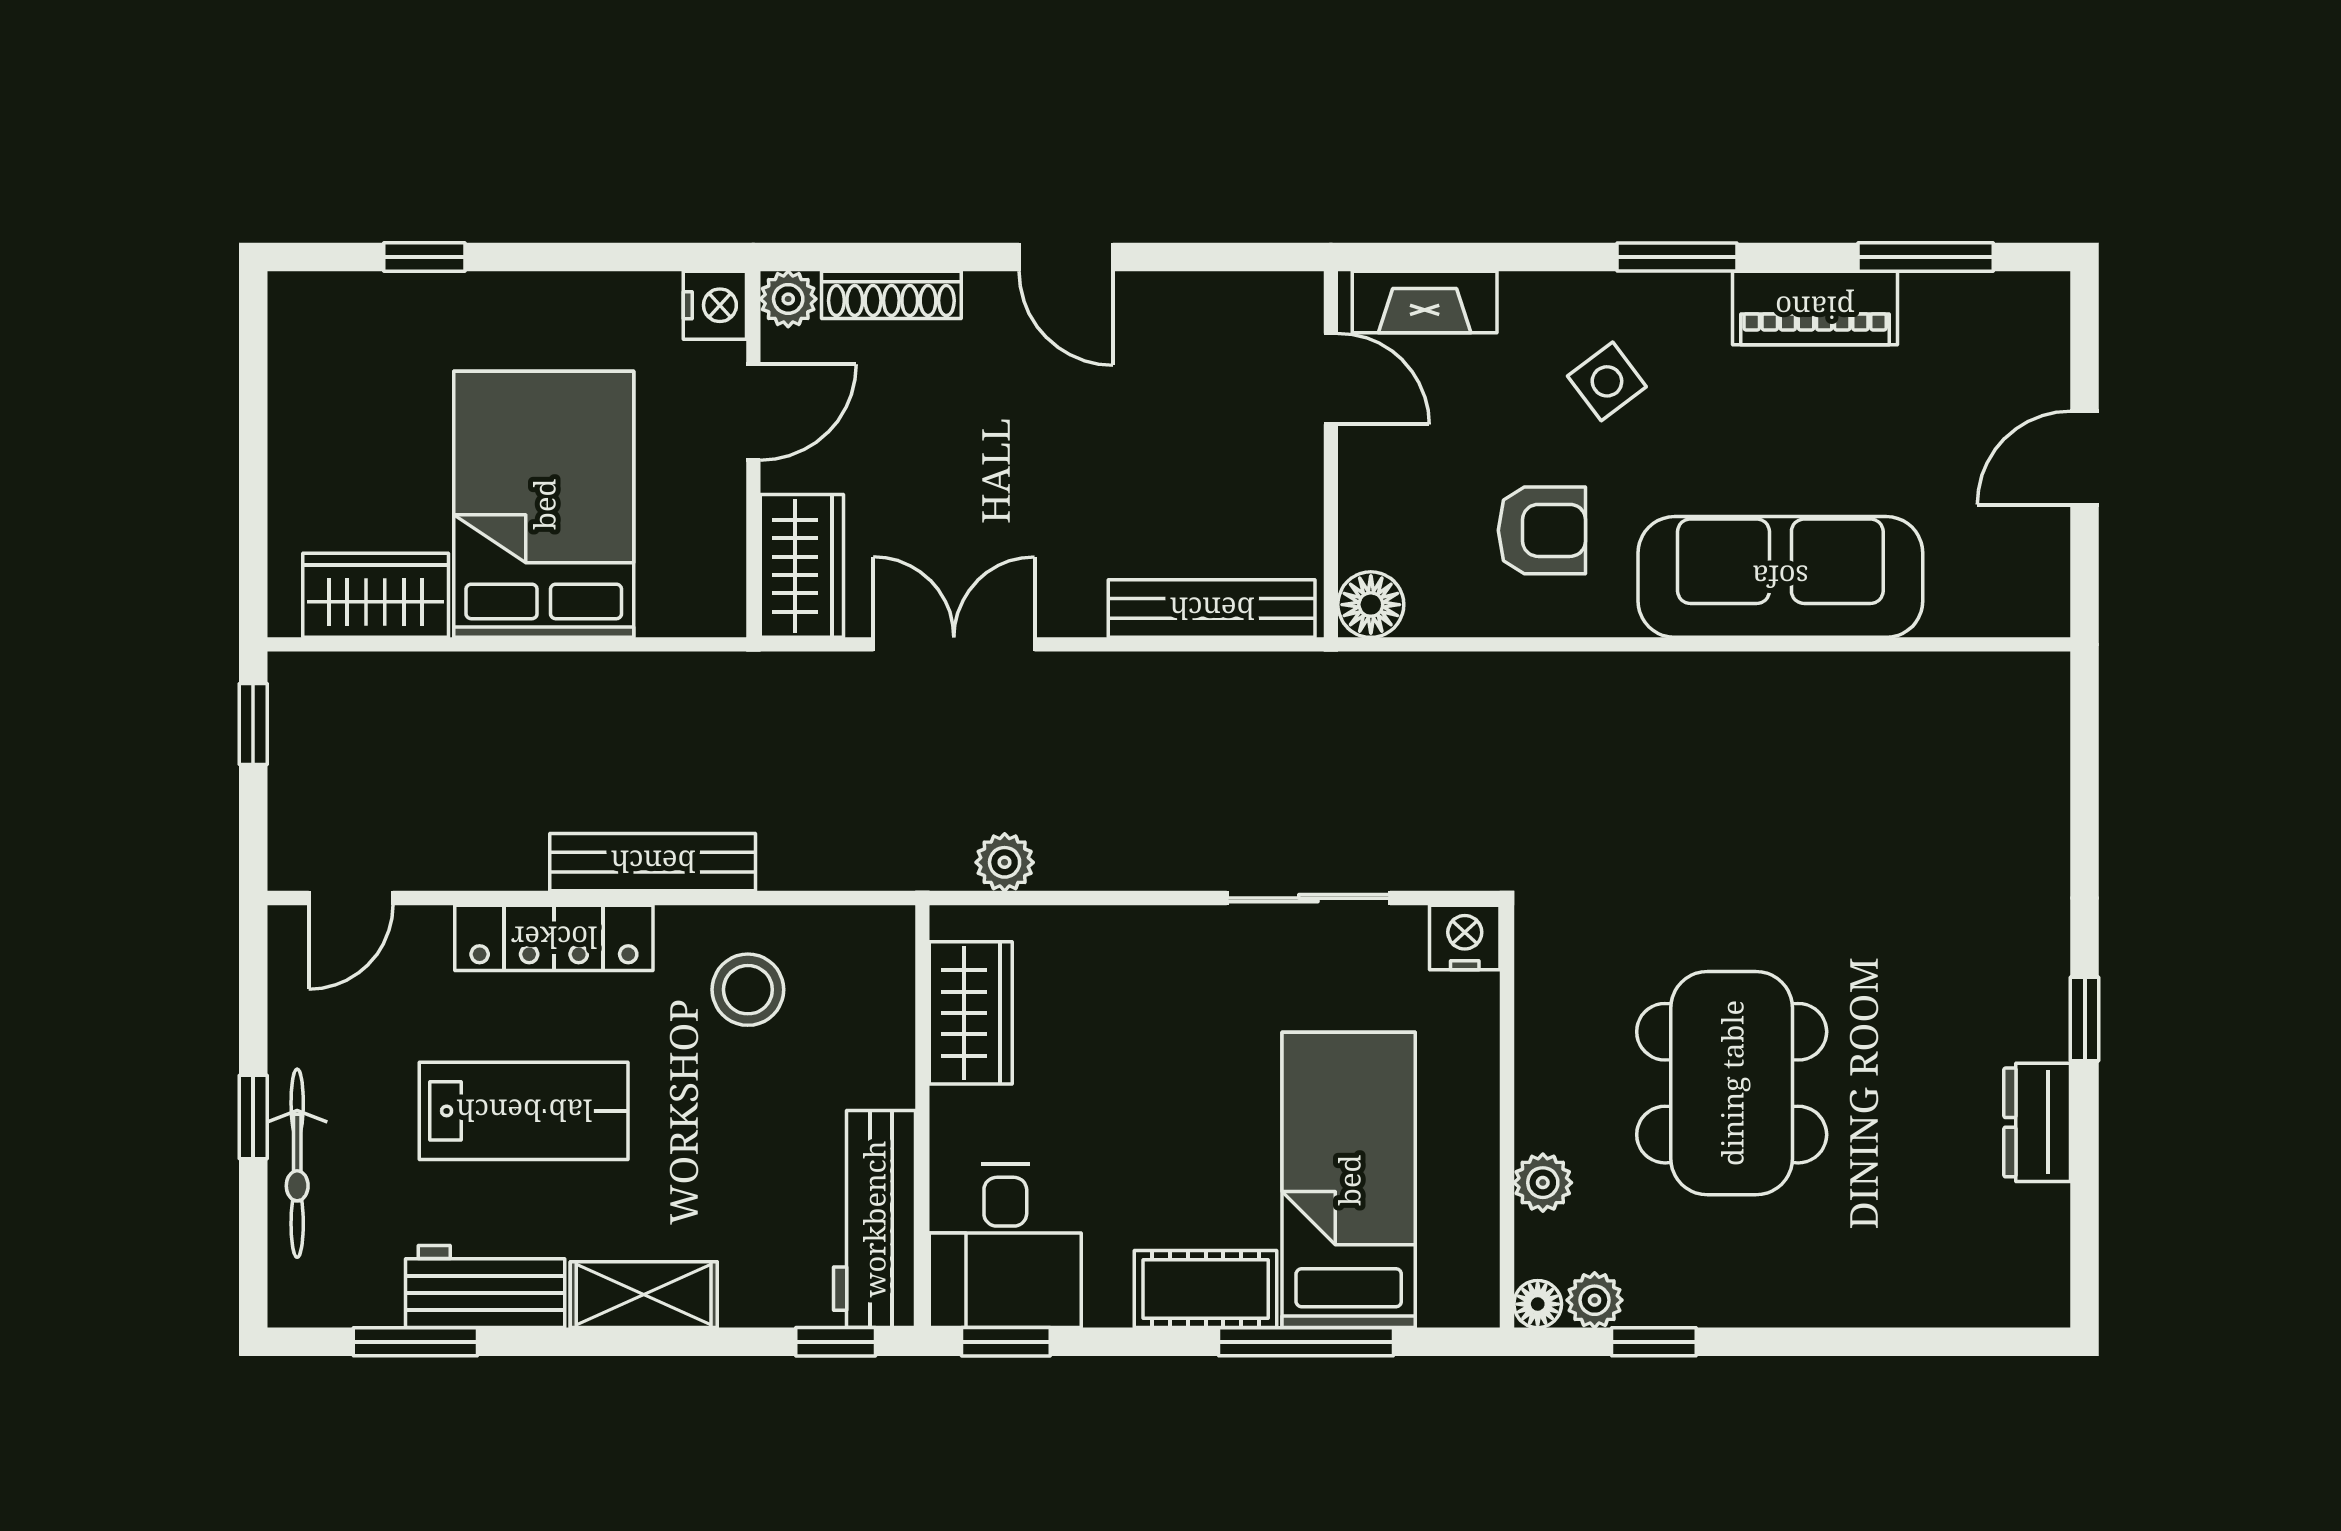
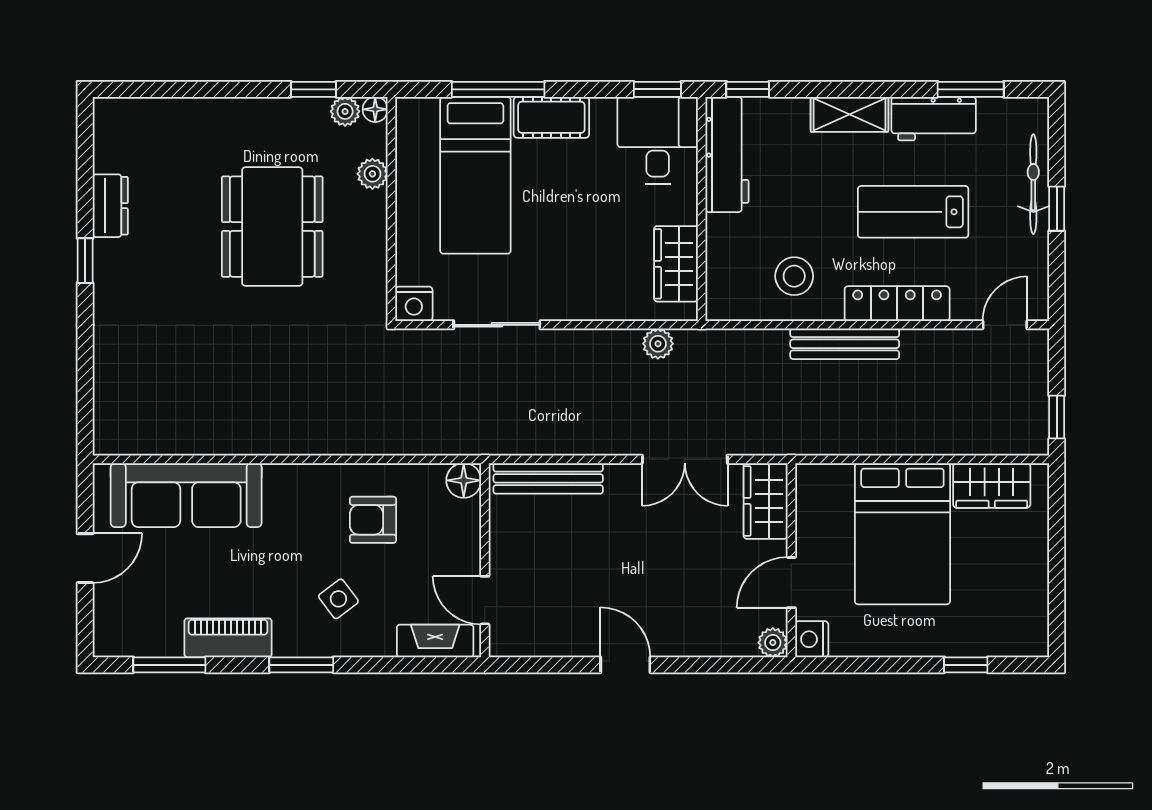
shoe rack: (891, 295) -> (718, 645), removed
sofa: (1780, 577) -> (186, 495), moved

